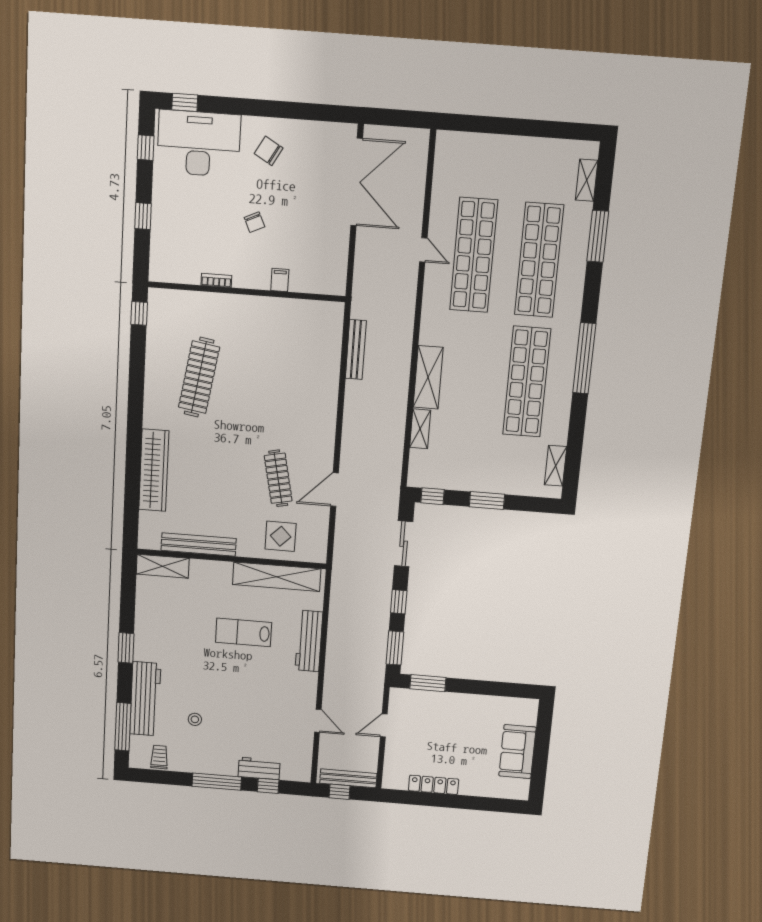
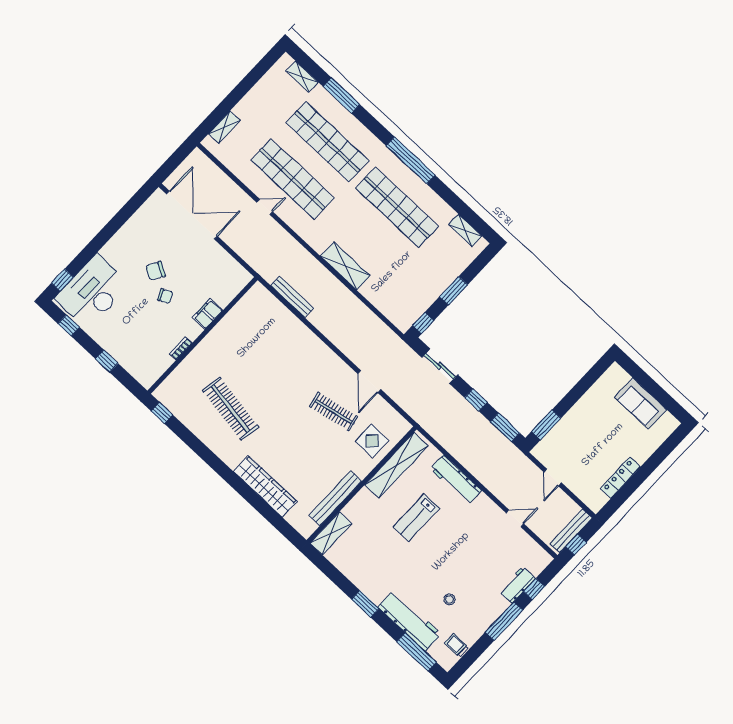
chair: (269, 151) -> (156, 271), moved
filing cabinet: (280, 280) -> (208, 314), width x2.00
shelving: (420, 429) -> (224, 127), moved, turned 90

